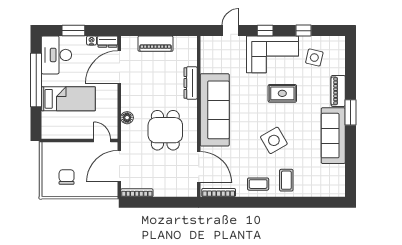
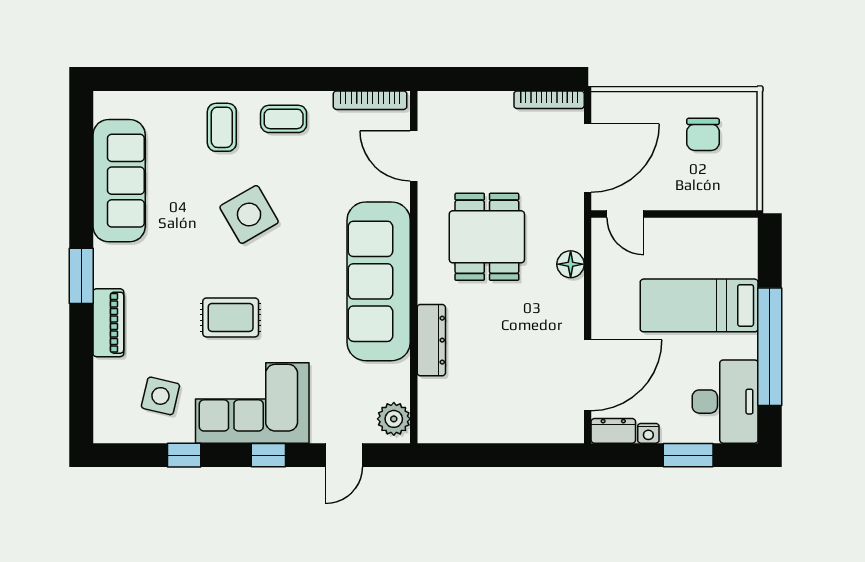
piano: (156, 44) -> (508, 426), removed
plant: (208, 47) -> (394, 419), added
sofa: (333, 136) -> (119, 181), moved
door: (199, 167) -> (414, 156), width x0.73

